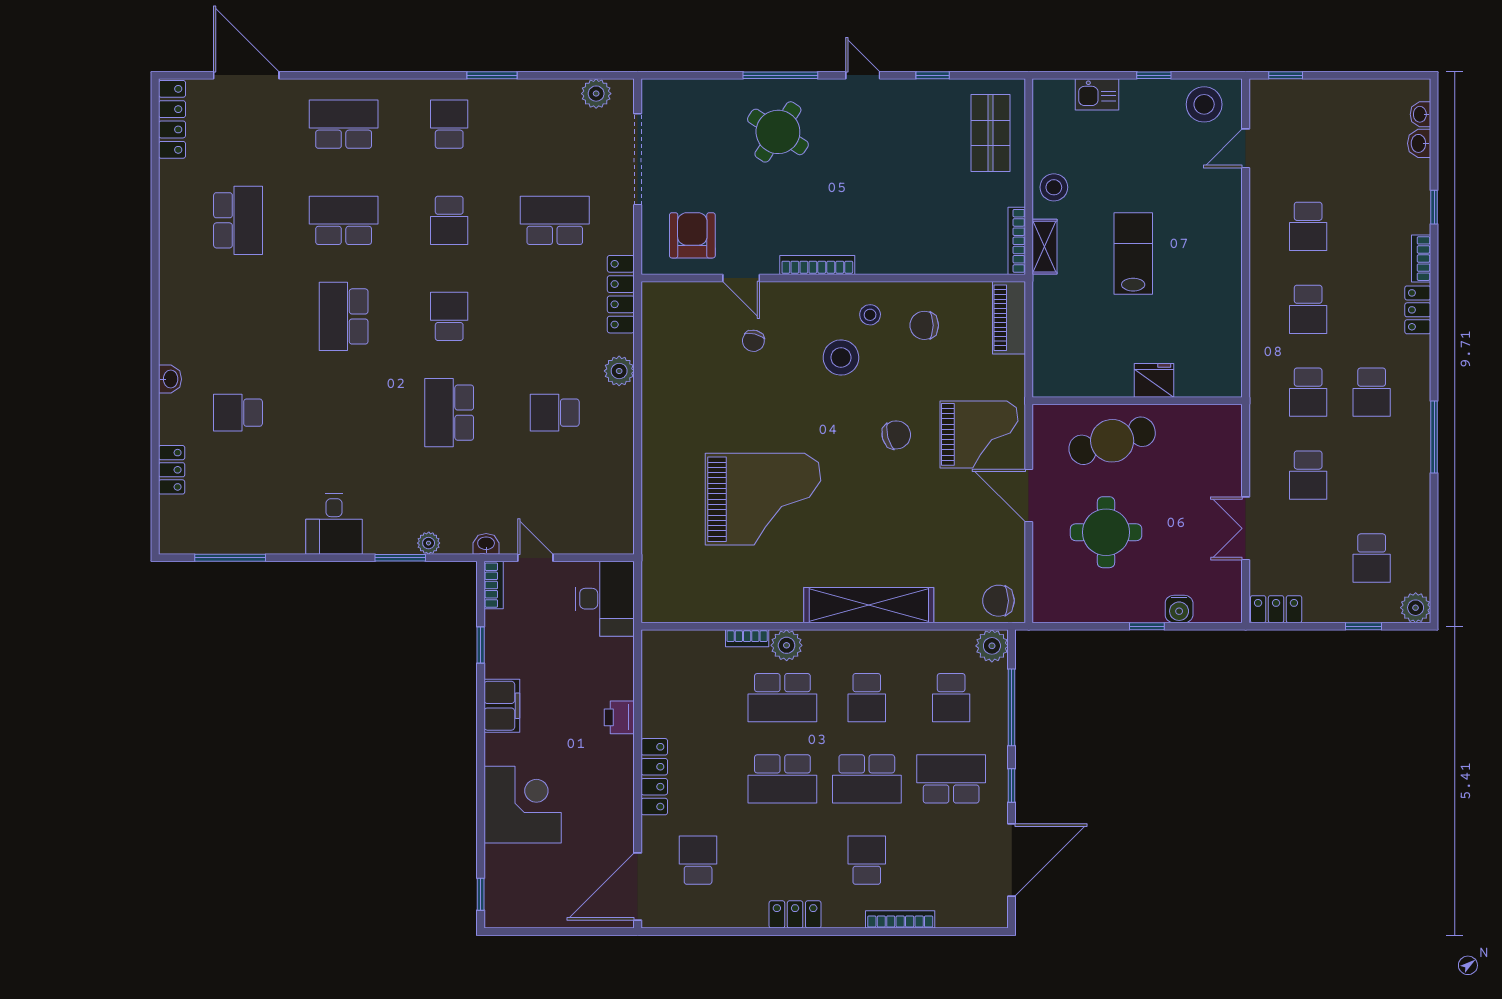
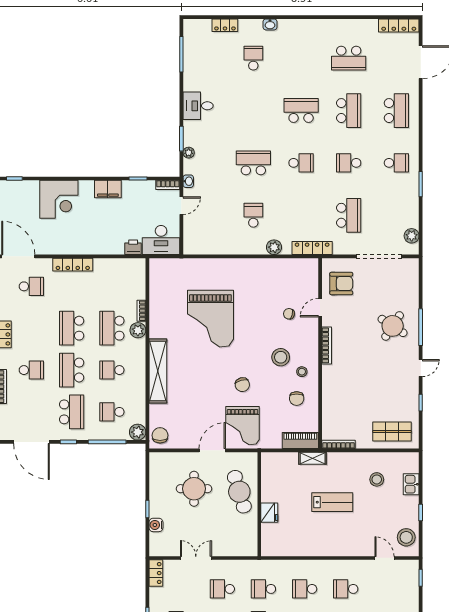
stool: (1054, 187) -> (377, 479), moved
shelving: (1044, 247) -> (313, 458), moved
chair: (924, 325) -> (297, 399), turned 180
printer: (619, 717) -> (133, 247), moved

